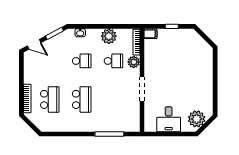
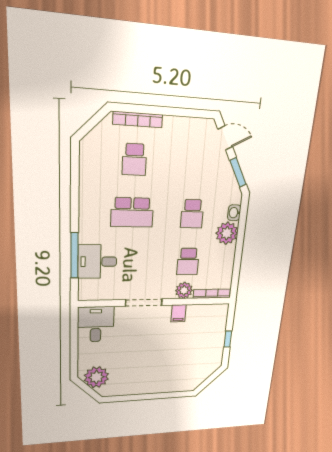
filing cabinet: (150, 34) -> (179, 313), moved
plant: (109, 36) -> (227, 233), moved
door: (34, 44) -> (225, 138), swing flipped
school desk: (50, 99) -> (134, 159), width x0.54
desk: (169, 119) -> (96, 324), moved, turned 90
desk: (113, 120) -> (97, 262), added

